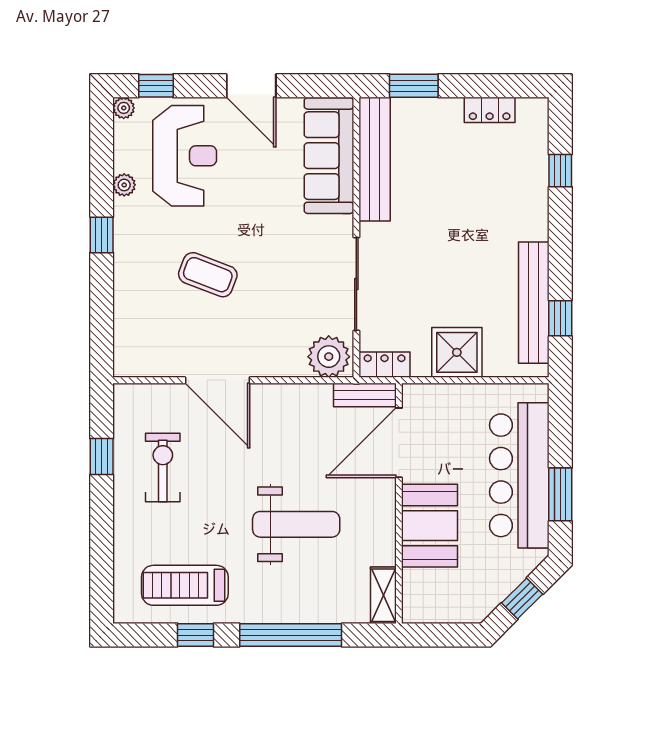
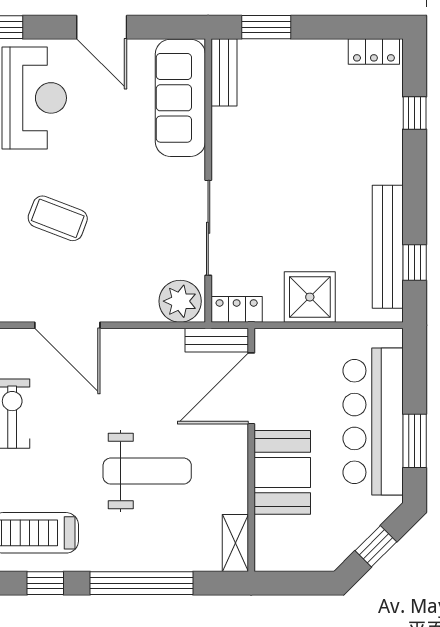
locker: (490, 110) -> (374, 51), moved
bench: (375, 159) -> (224, 72), width x0.54, depth x0.82

